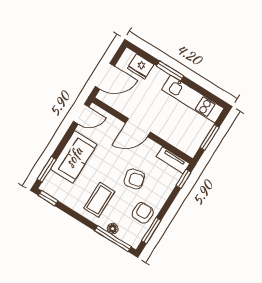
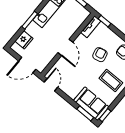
door: (105, 76) -> (27, 65), swing flipped
sofa: (74, 157) -> (91, 104), moved

